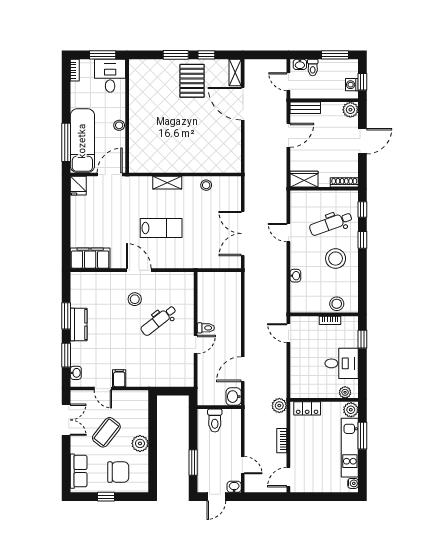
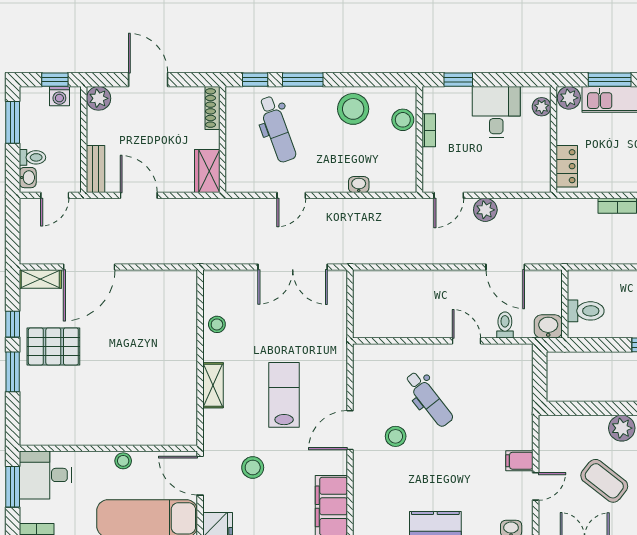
stool: (115, 208) -> (253, 467), added
window: (362, 240) -> (303, 80), width x1.50
stool: (336, 259) -> (353, 109), moved
toilet: (206, 328) -> (505, 325), moved
washbasin: (234, 397) -> (548, 326), moved, turned 180
plant: (279, 406) -> (485, 210), moved

